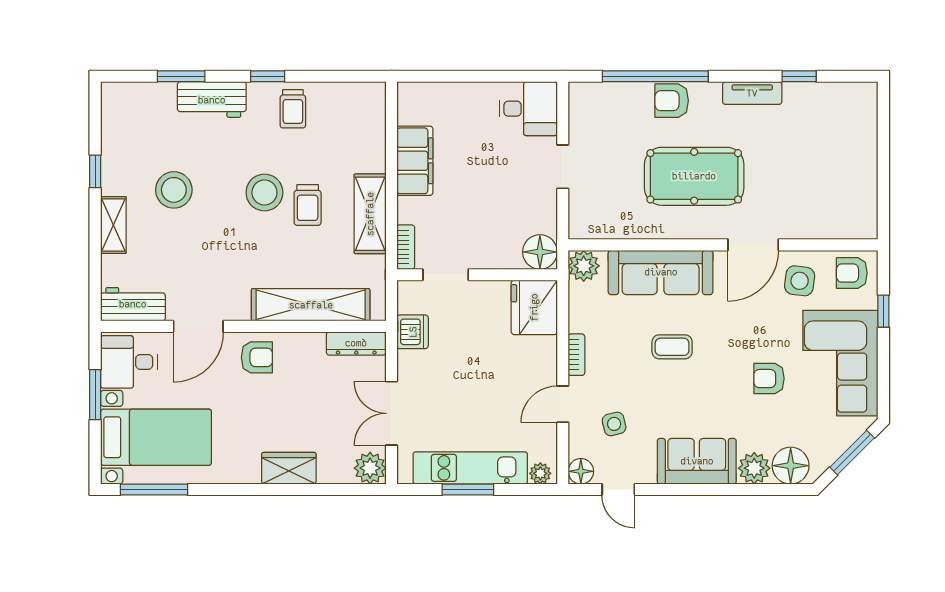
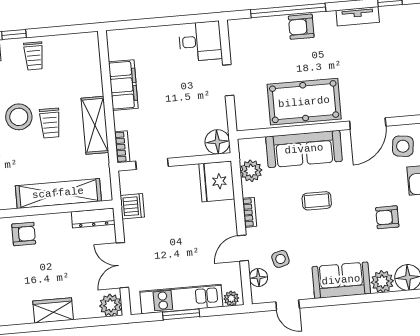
pool table: (694, 176) -> (304, 102), moved
plant: (584, 266) -> (251, 171), moved
floor lamp: (581, 471) -> (258, 278), moved

